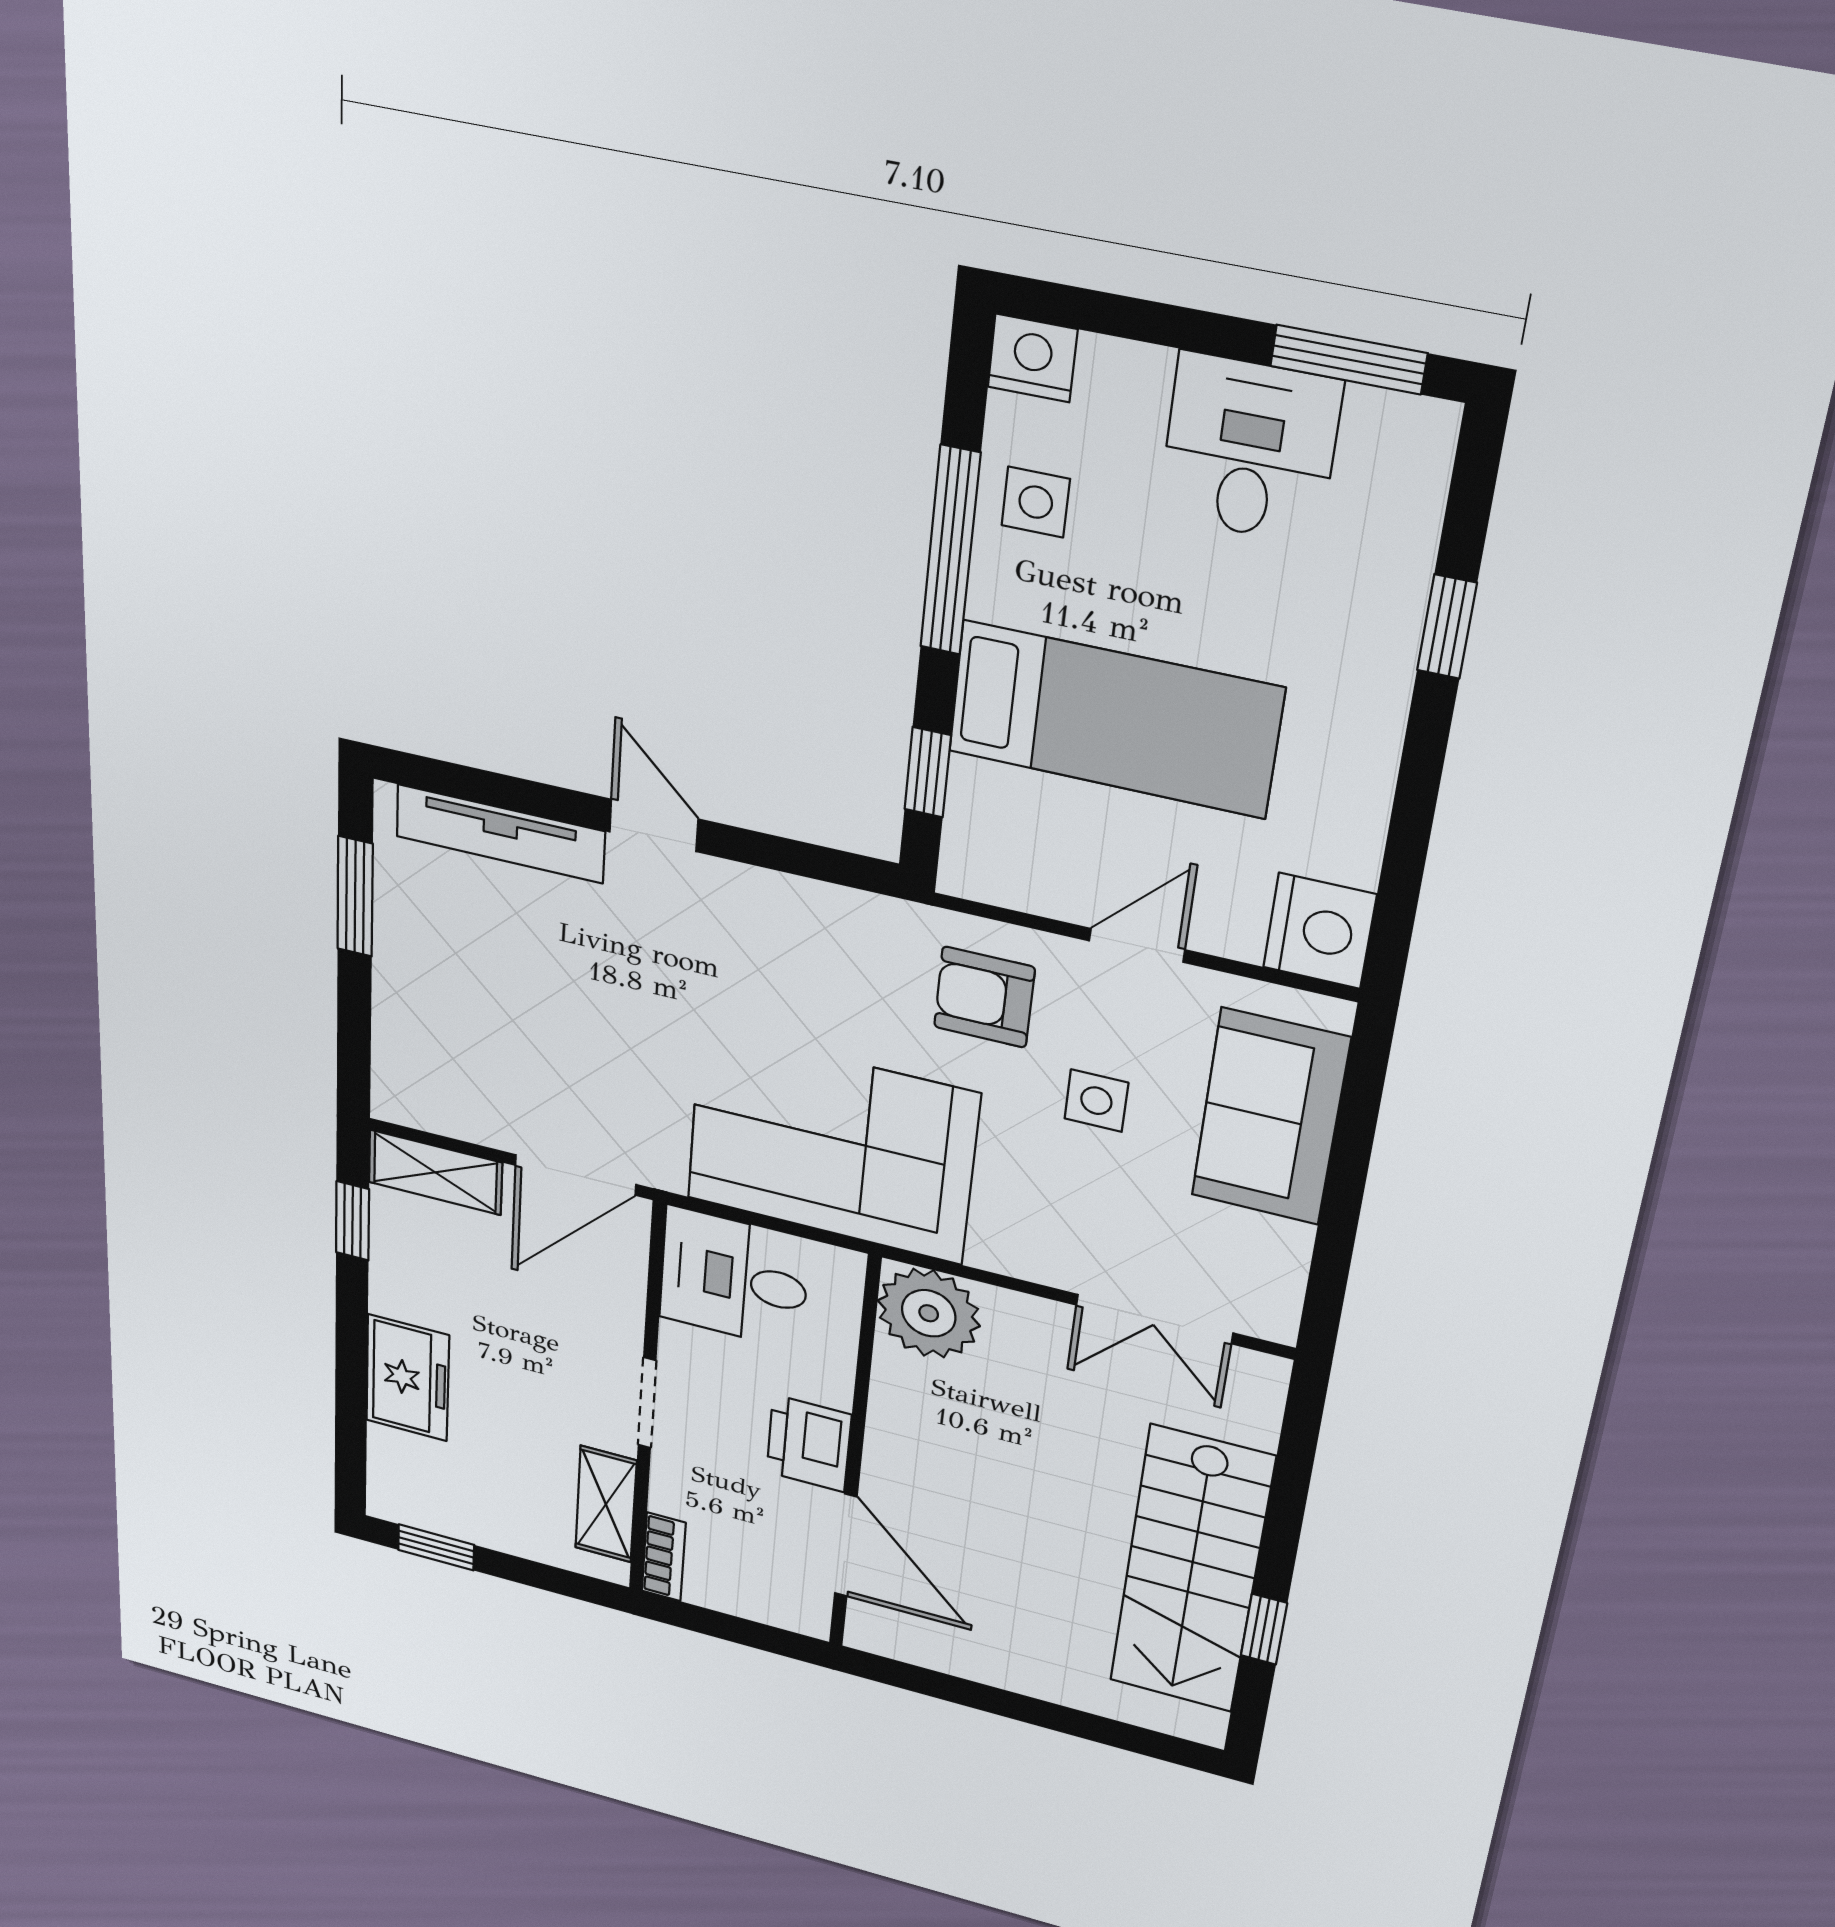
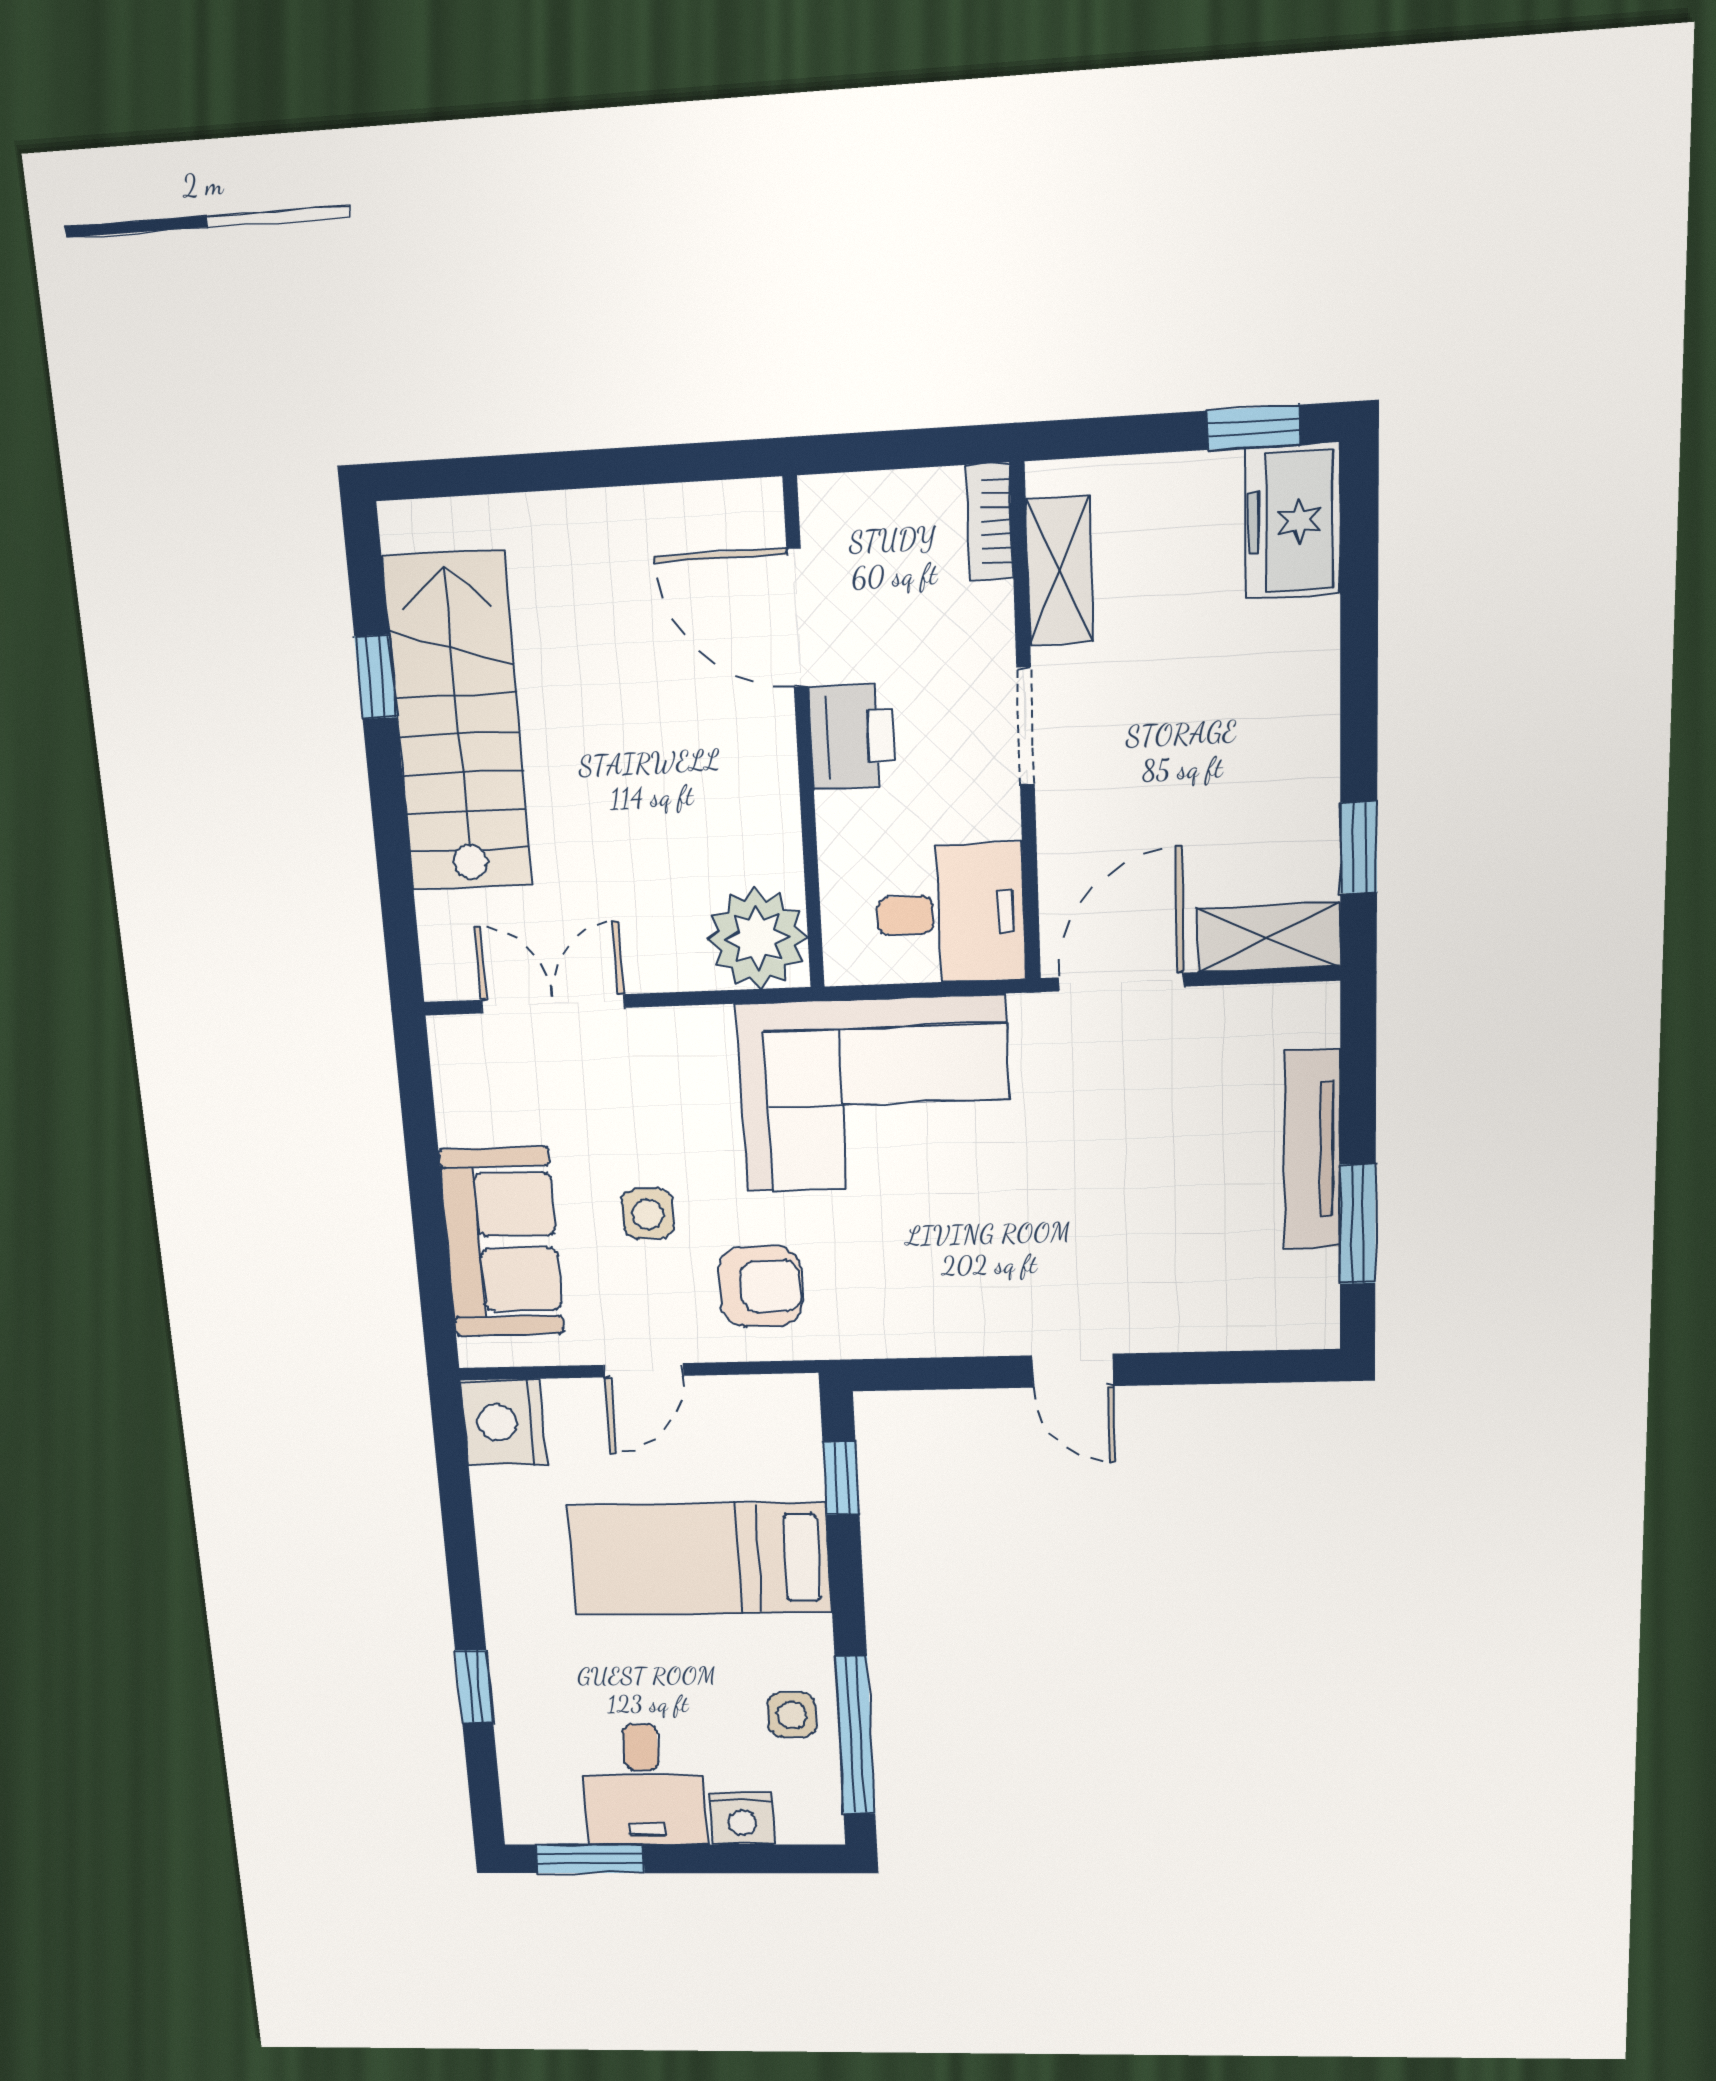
nightstand: (1032, 358) -> (742, 1819), moved
window: (950, 551) -> (855, 1735), moved
tv unit: (500, 834) -> (1312, 1149), moved, turned -90
freezer: (407, 1378) -> (1293, 521), moved

